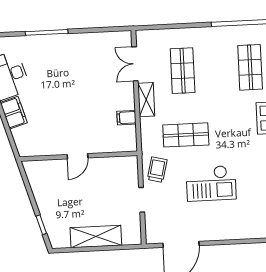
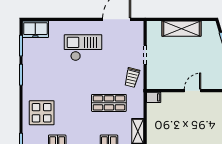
filing cabinet: (126, 118) -> (154, 97), moved
checkout: (211, 183) -> (83, 48), moved

